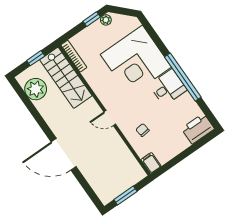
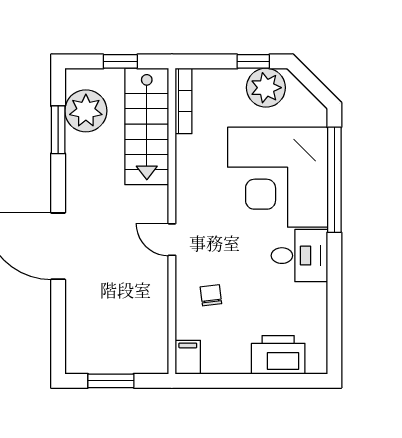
plant: (106, 20) -> (266, 88), width x1.87, depth x1.87
window: (183, 77) -> (334, 180), moved
window: (29, 105) -> (58, 130), added
printer: (198, 129) -> (278, 355), moved

